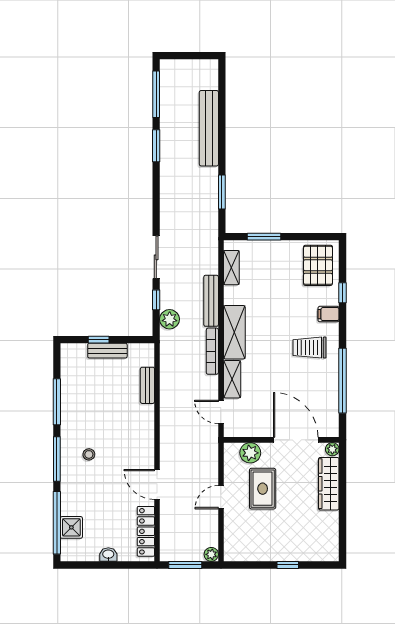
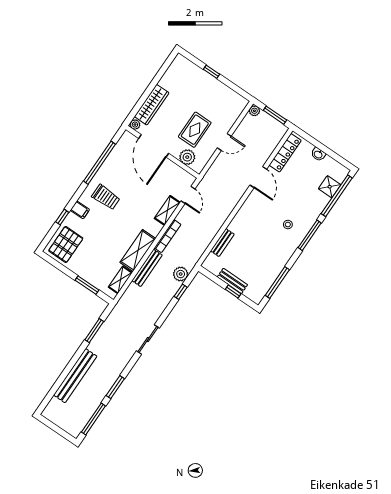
sliding door: (156, 257) -> (148, 339), moved
shelving: (234, 332) -> (138, 250), moved
window: (57, 402) -> (277, 282), moved

